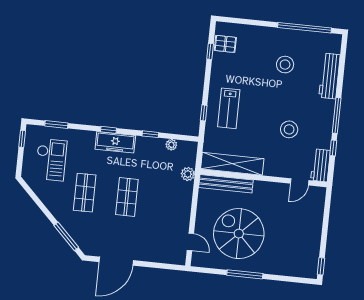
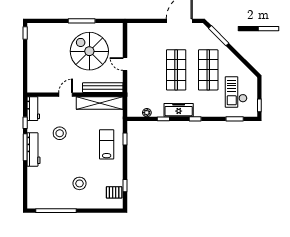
stool: (285, 65) -> (80, 183), moved
workbench: (330, 76) -> (33, 149), moved
freezer: (115, 142) -> (179, 110), moved
plant: (188, 174) -> (132, 92), removed
door: (300, 182) -> (66, 95), moved
shop shelf: (85, 193) -> (208, 70), width x1.43, depth x1.36
shop shelf: (127, 197) -> (176, 70), width x1.43, depth x1.36
spiral stairs: (239, 234) -> (89, 51), turned 180
door: (190, 242) -> (125, 64), moved

